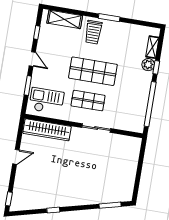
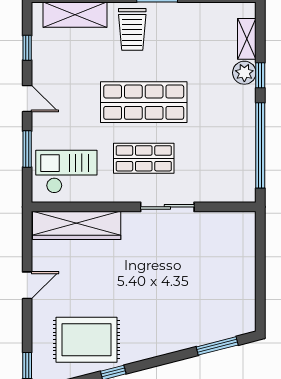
rug: (42, 191) -> (86, 340), added

